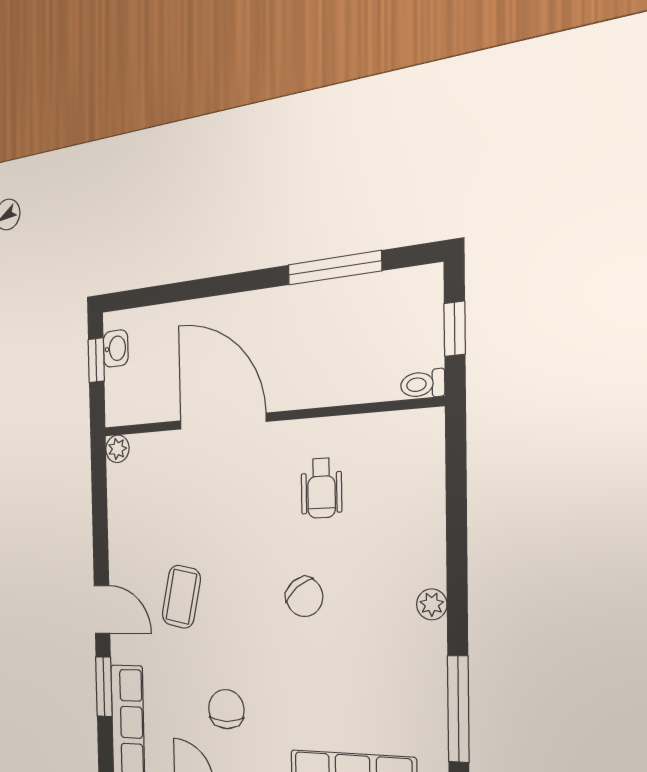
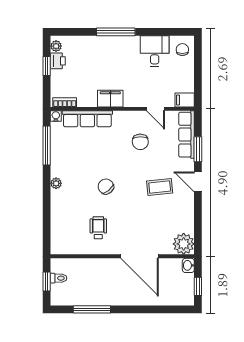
washbasin: (116, 348) -> (188, 265), moved
toilet: (423, 384) -> (59, 278), moved
plant: (117, 449) -> (184, 244), width x1.87, depth x1.87
coffee table: (181, 597) -> (160, 187), turned 72

